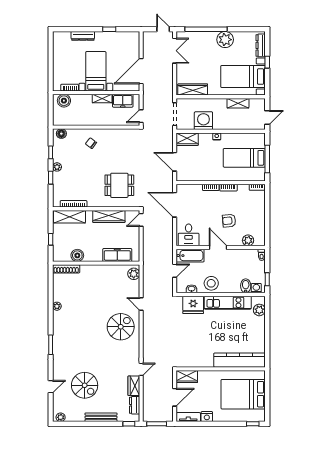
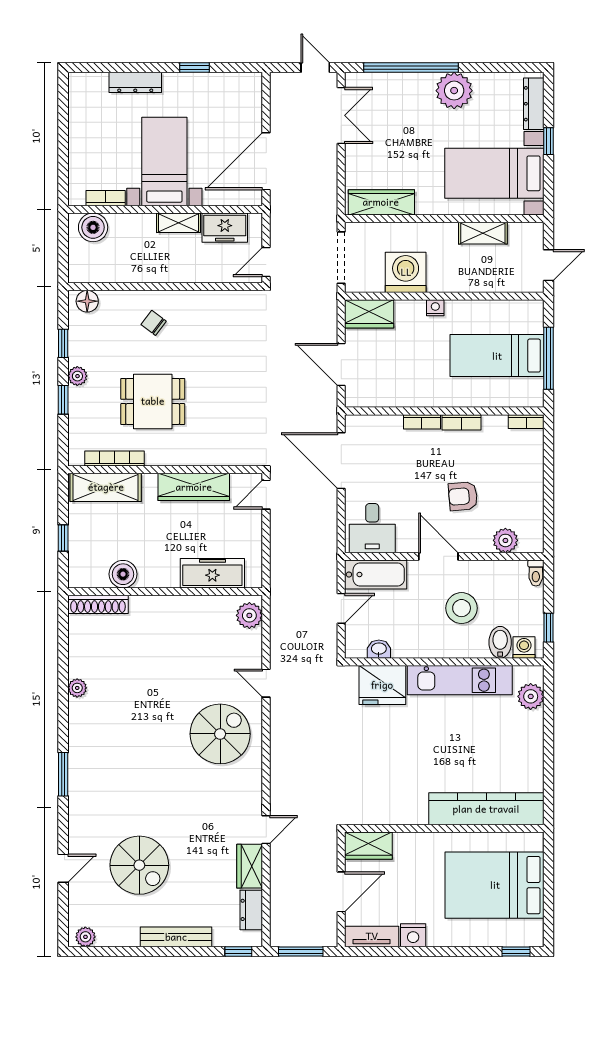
dining table: (119, 185) -> (153, 401), moved
stool: (211, 283) -> (462, 608), moved

